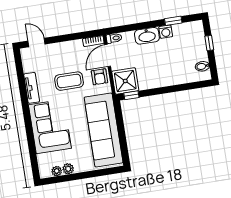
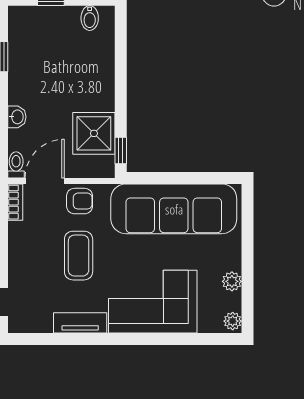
washing machine: (166, 32) -> (19, 73), removed
washbasin: (147, 36) -> (17, 117), width x0.52, depth x0.69
door: (108, 55) -> (45, 181), swing flipped
shower: (125, 81) -> (94, 133), moved
plant: (57, 171) -> (233, 321), moved

